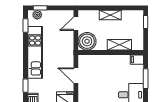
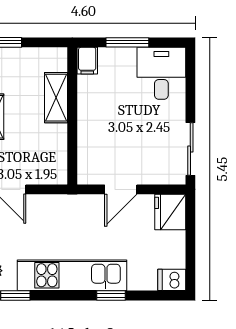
boiler: (87, 41) -> (49, 166), removed
window: (25, 86) -> (111, 295), moved

